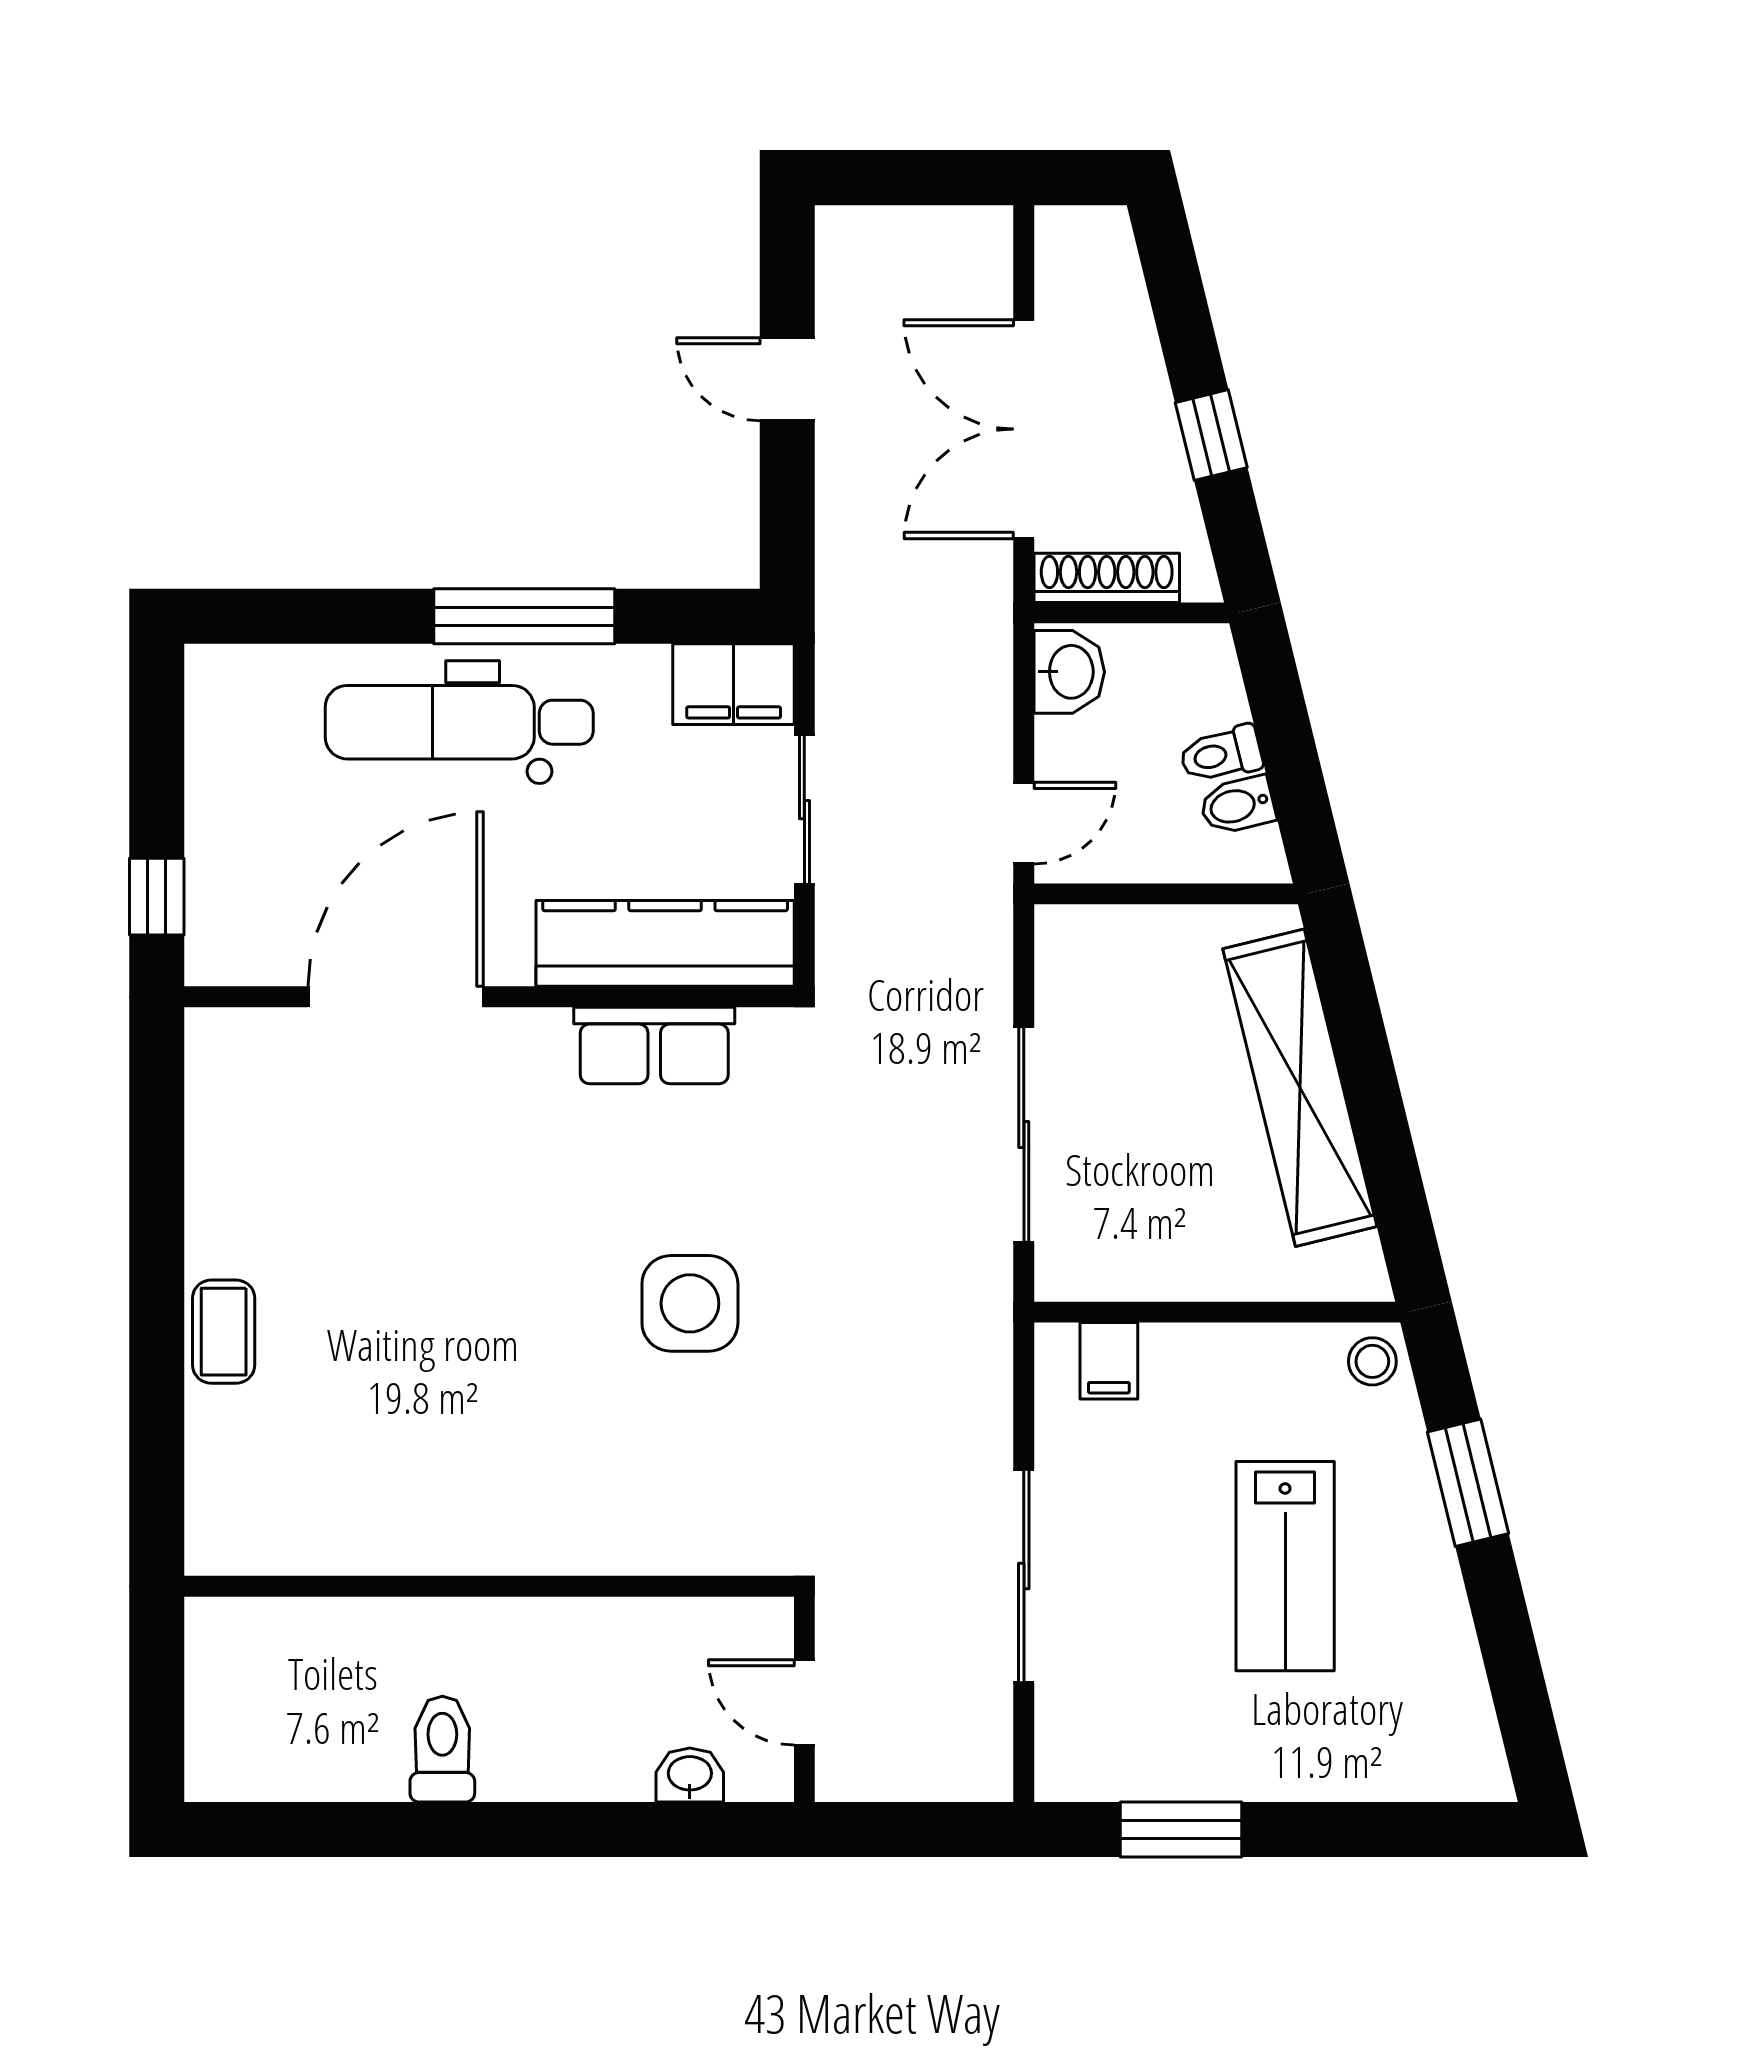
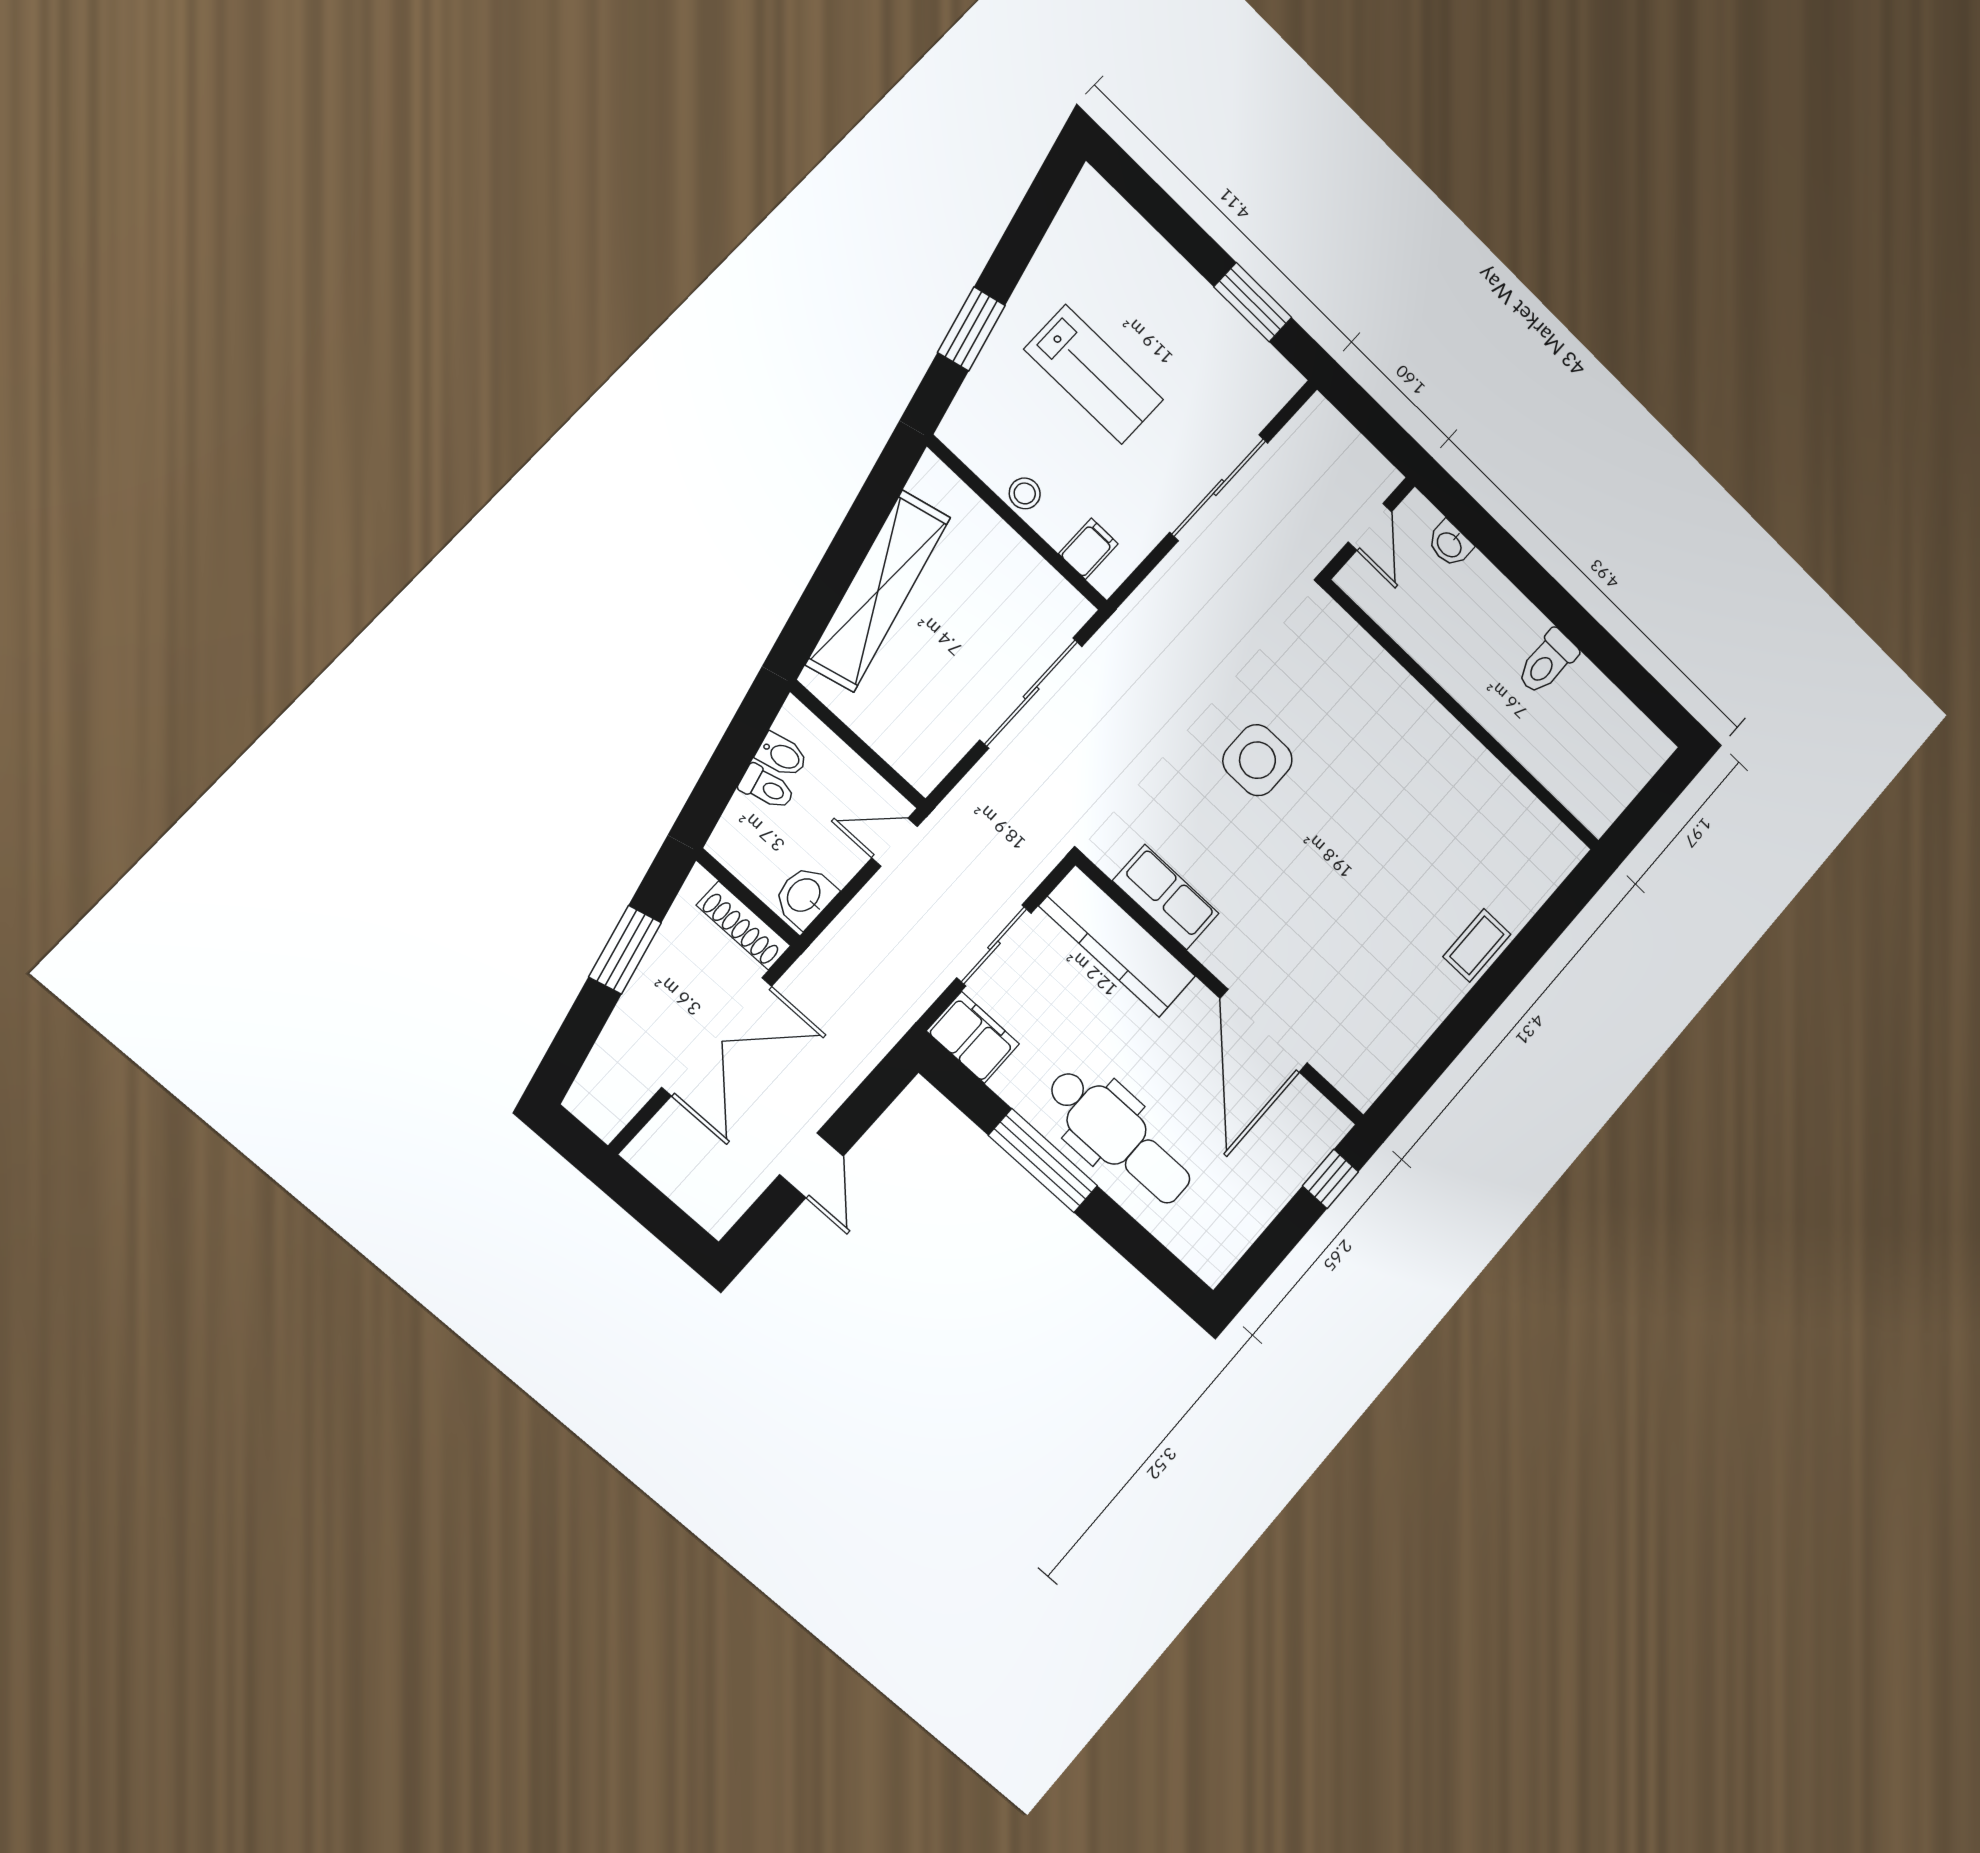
window: (1211, 435) -> (625, 950), width x1.50
door: (396, 997) -> (1264, 1031), hinge flipped
stool: (1372, 1361) -> (1025, 493), moved
lab bench: (1285, 1566) -> (1094, 374), turned 90

